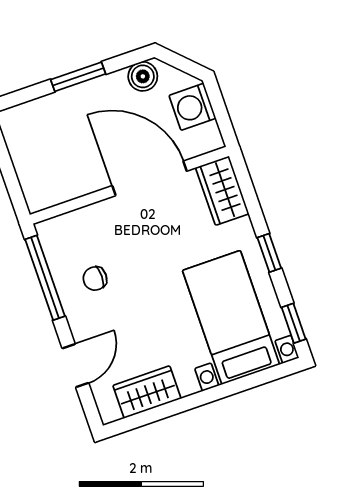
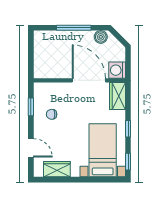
window: (78, 77) -> (74, 28), width x1.44
washing machine: (192, 107) -> (117, 70), moved
window: (45, 278) -> (31, 107), width x0.46
door: (75, 366) -> (31, 148), hinge flipped

